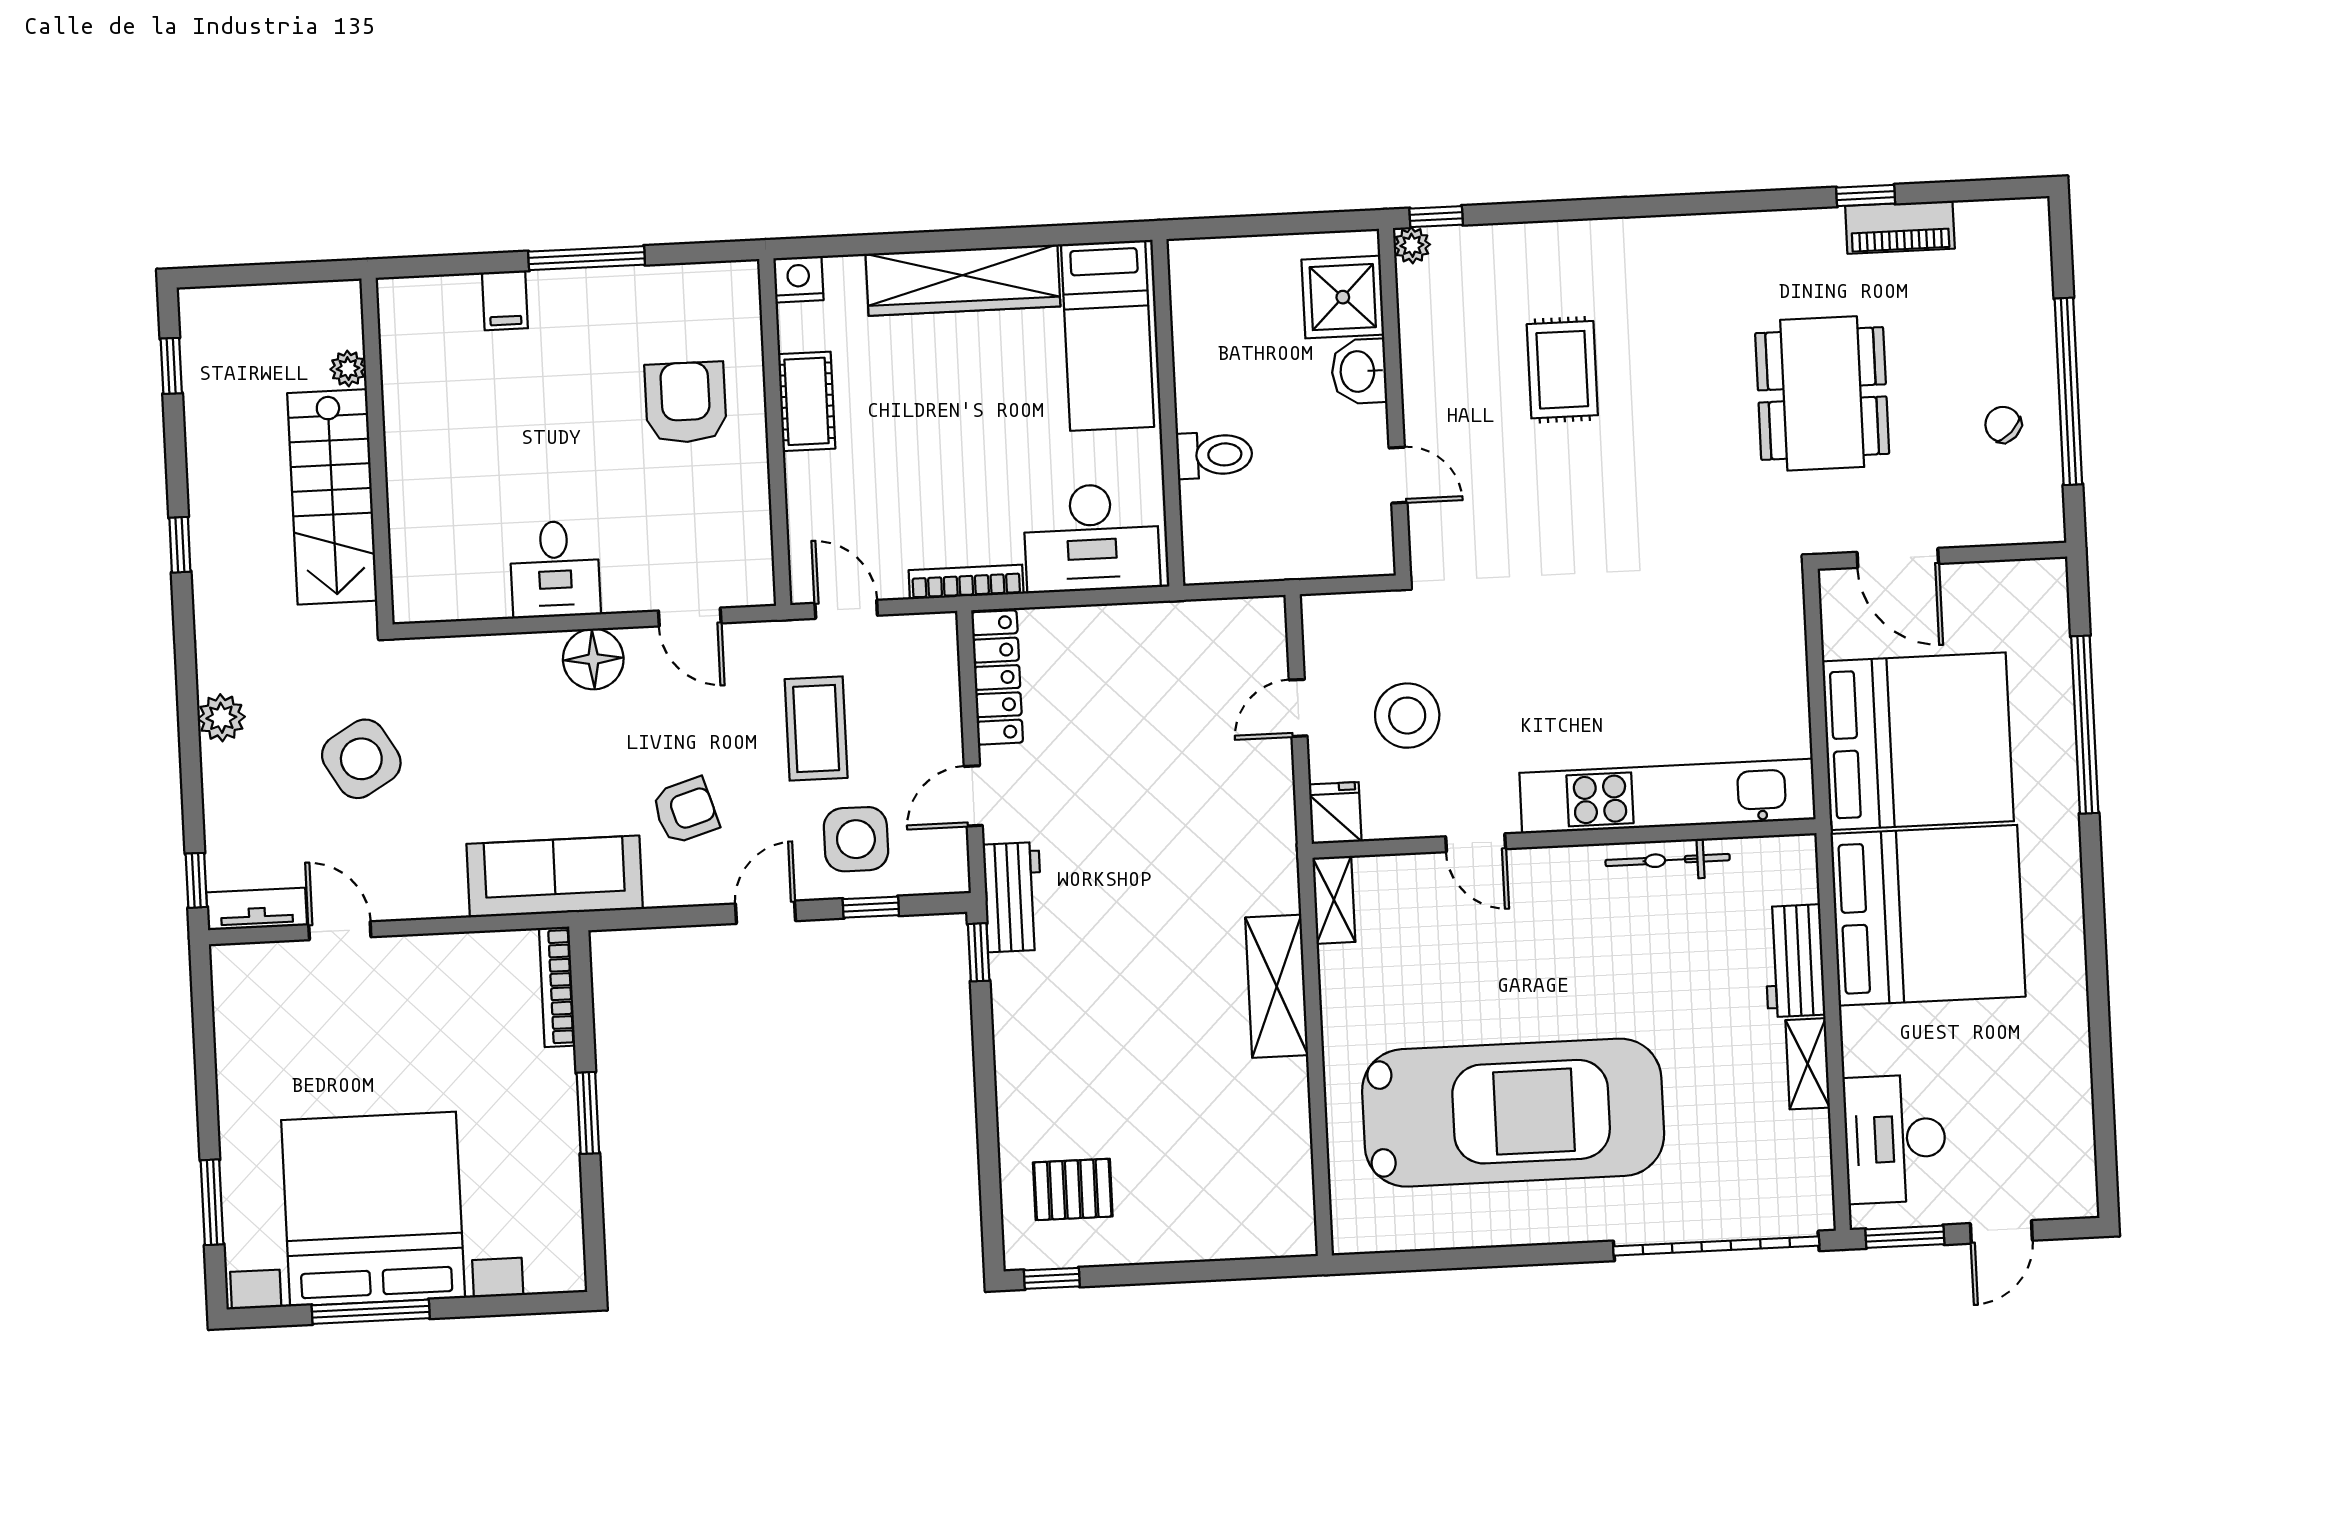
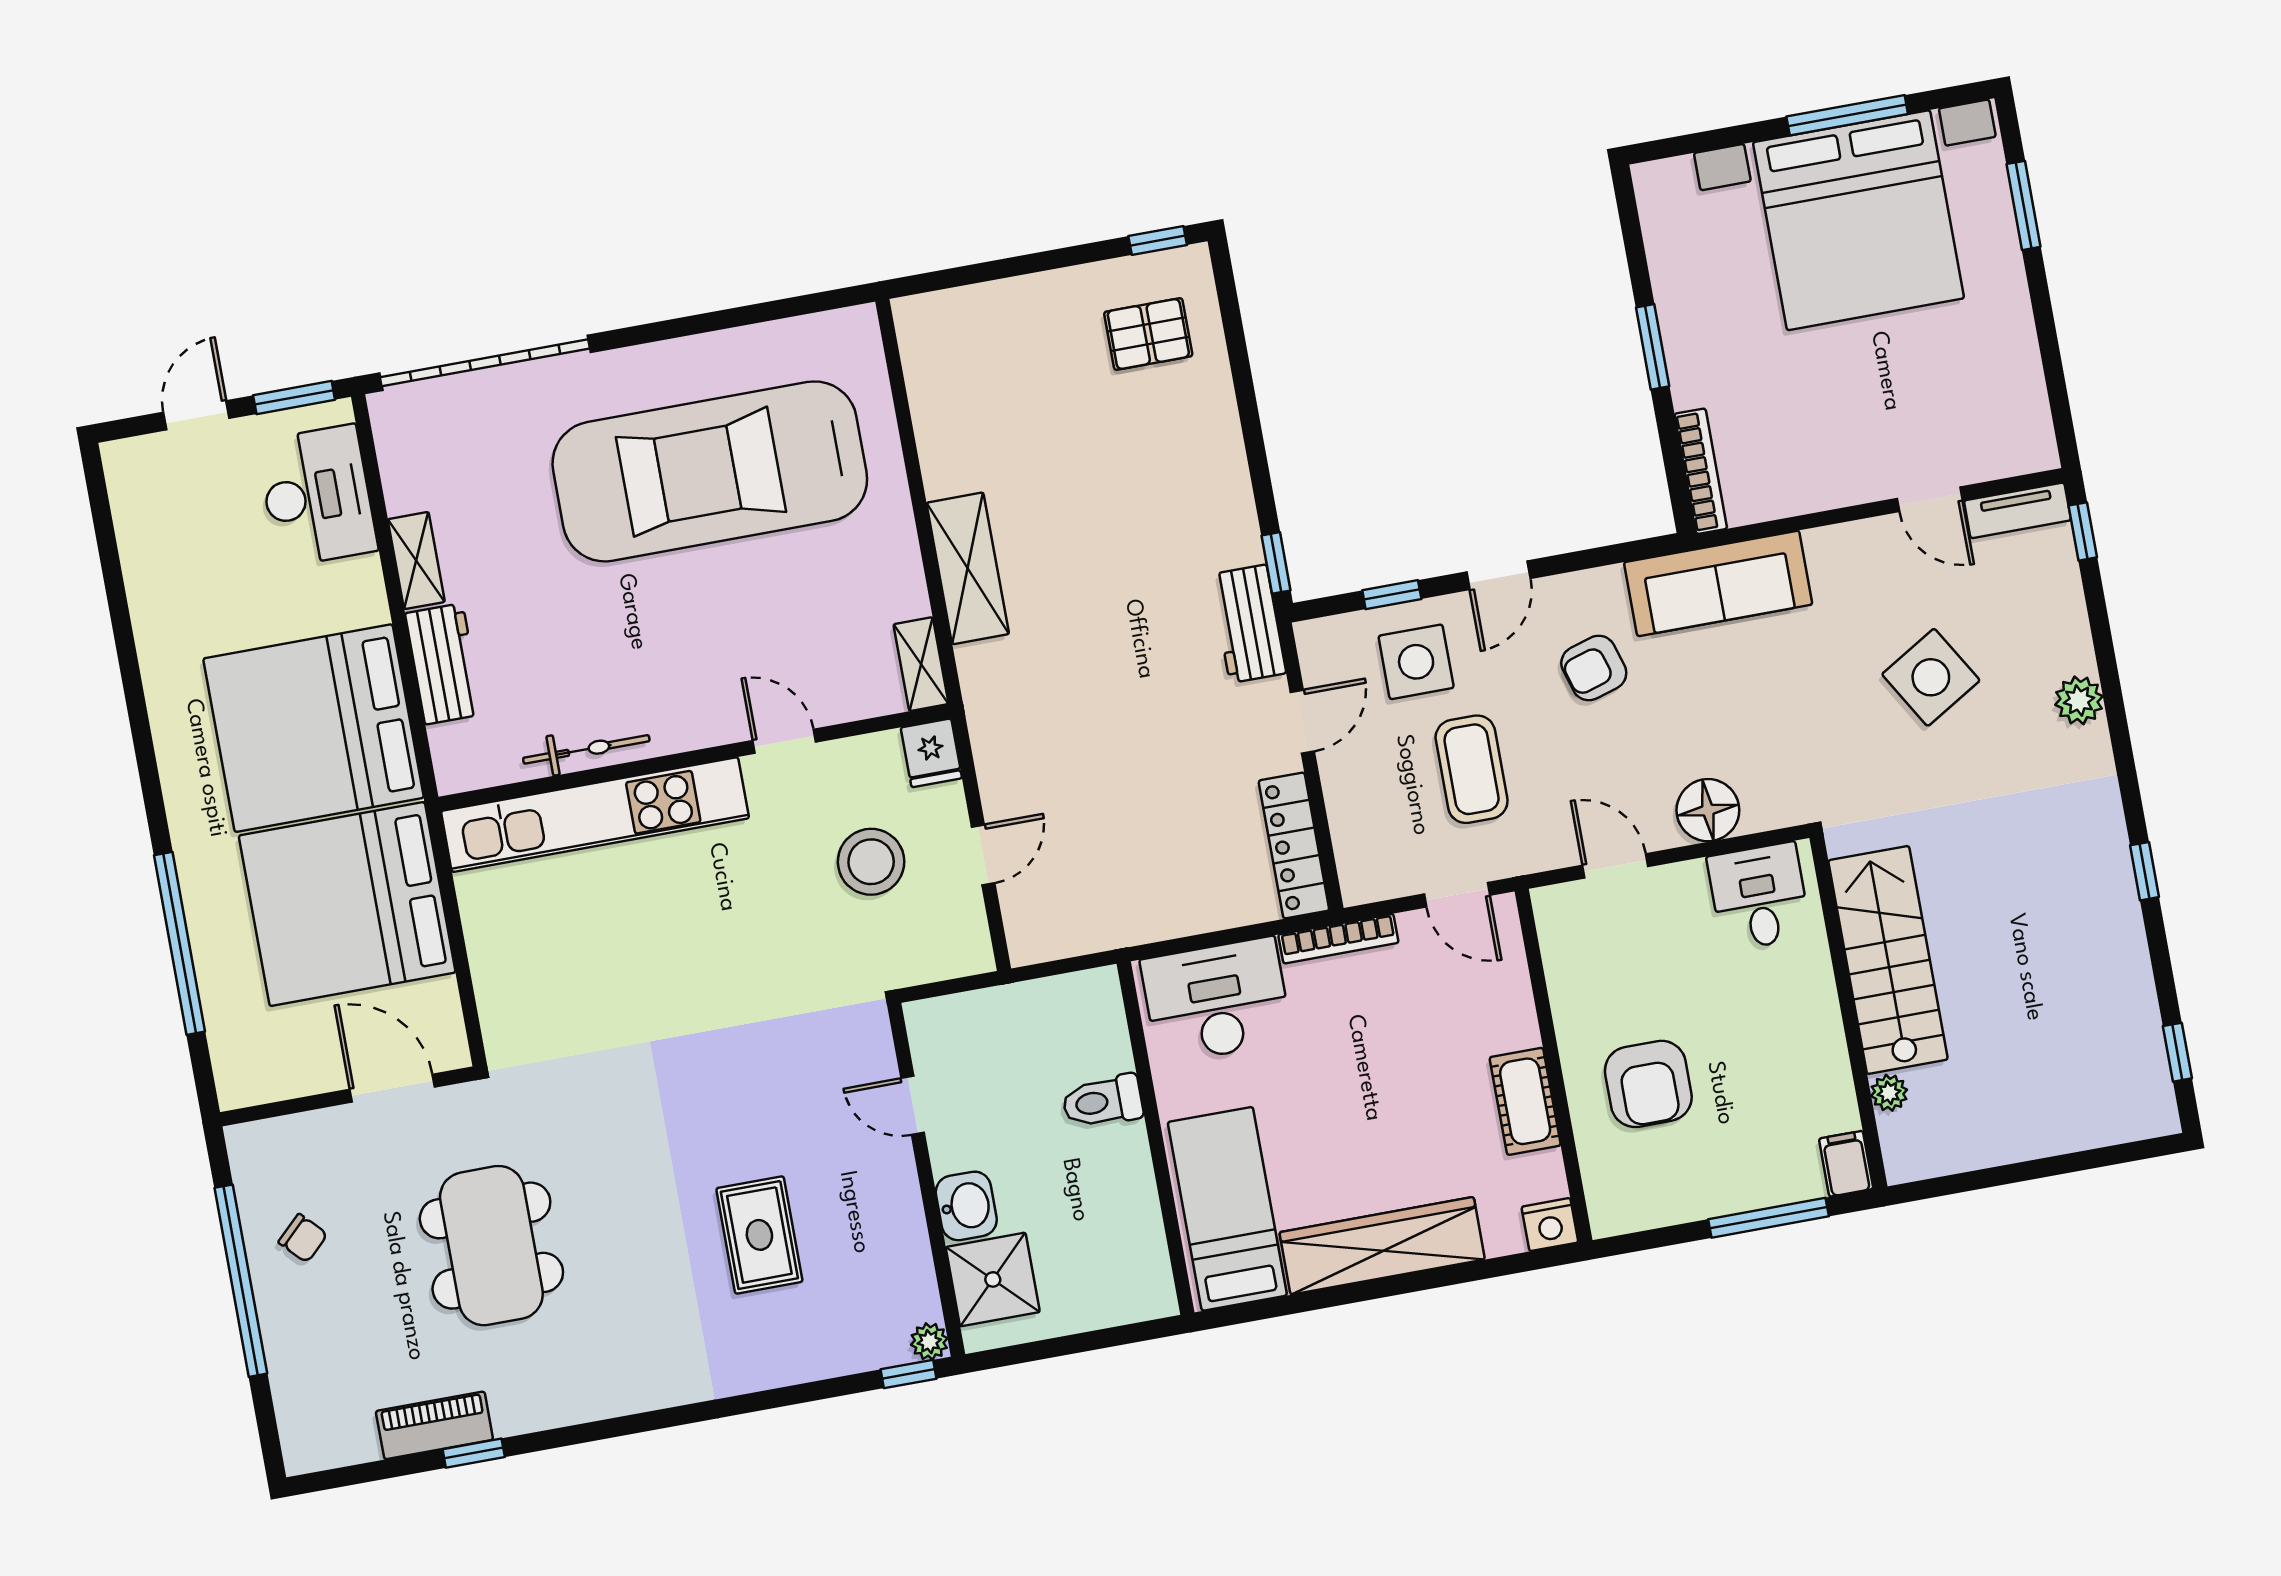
plant: (348, 368) -> (1889, 1093), moved
wall: (377, 451) -> (1848, 1012), moved
stairs: (332, 497) -> (1888, 960), moved

